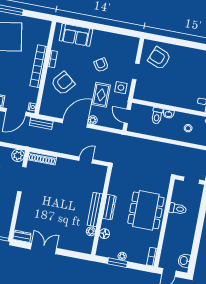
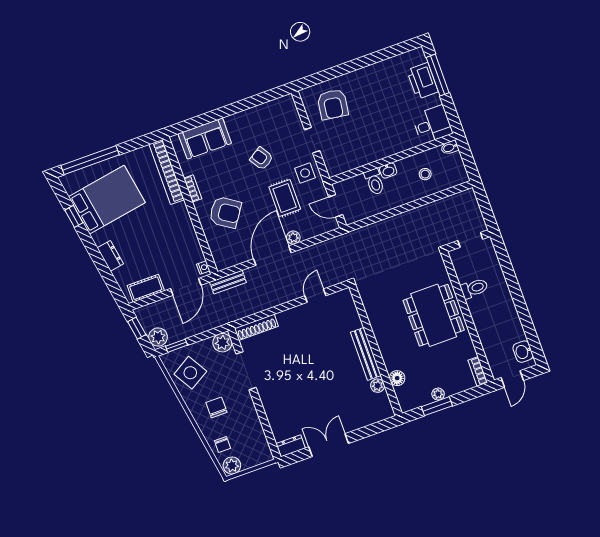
armchair: (159, 58) -> (333, 104), turned -104
bookcase: (39, 66) -> (167, 172), moved
armchair: (63, 83) -> (225, 212), turned 84
dresser: (109, 207) -> (383, 339), removed

